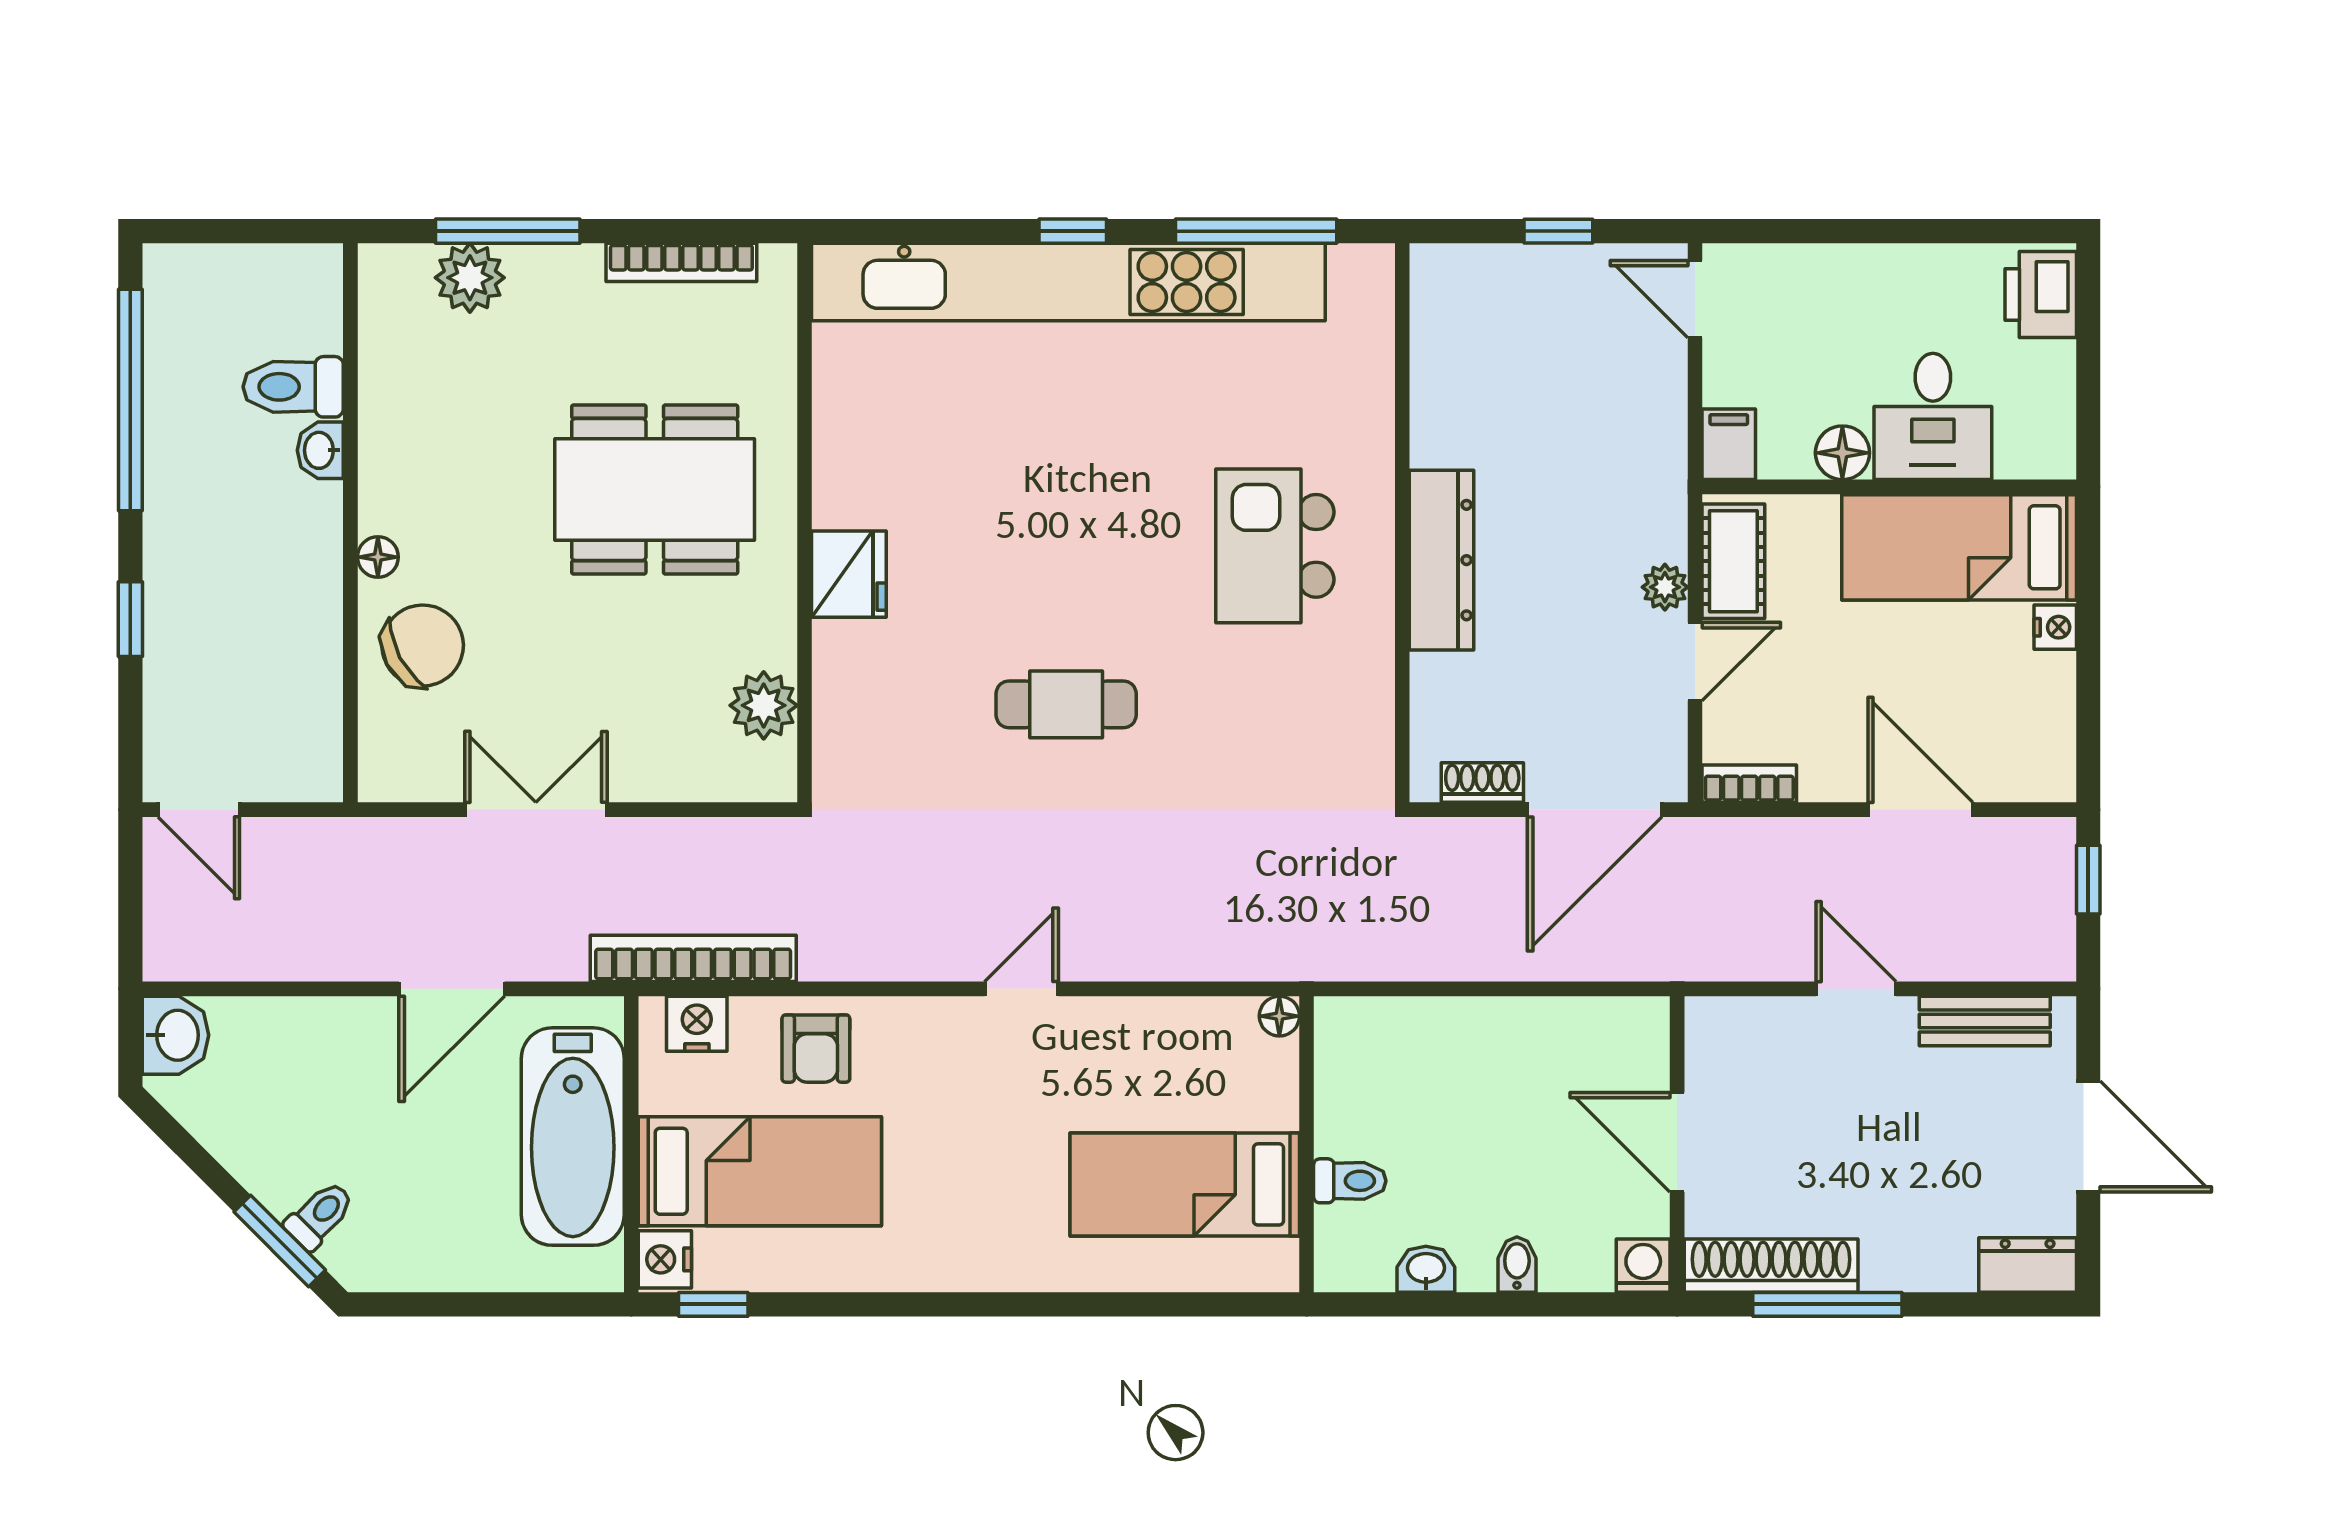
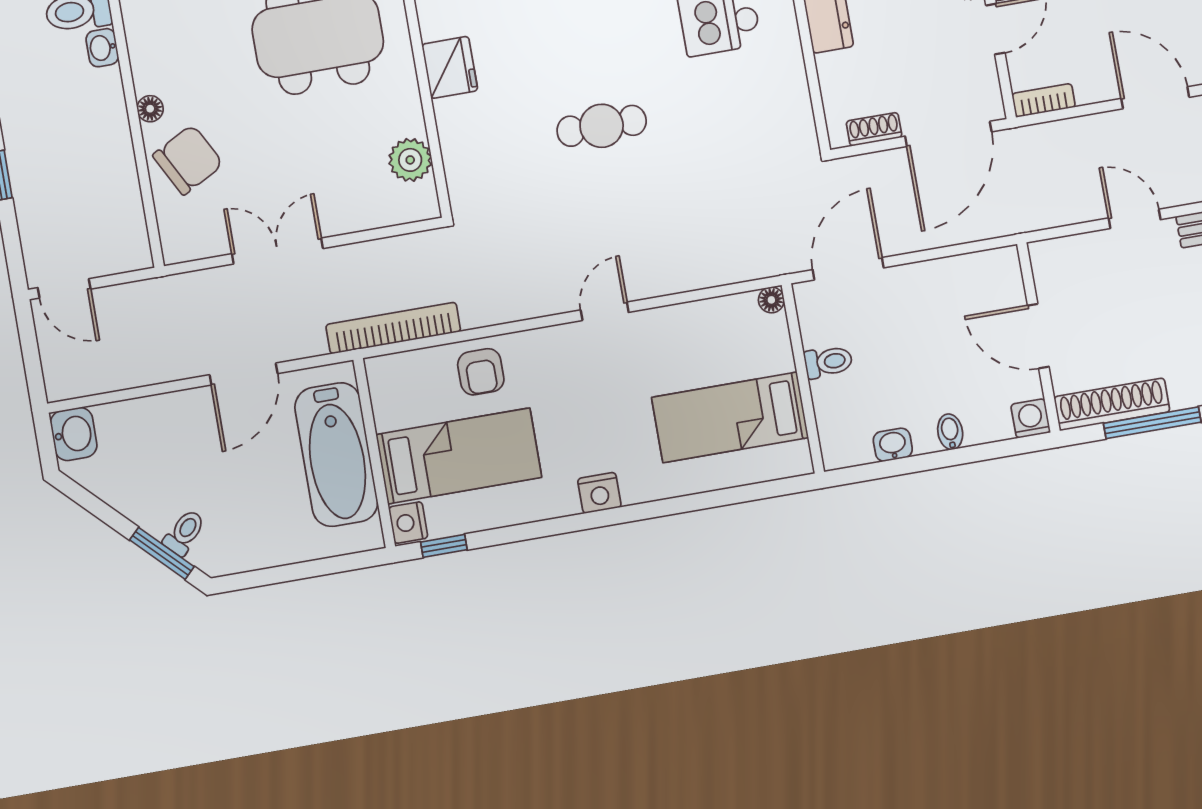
door: (1405, 989) -> (848, 269), added
nightstand: (697, 1024) -> (599, 493), moved, turned 180
toilet: (1350, 1181) -> (828, 362), moved

